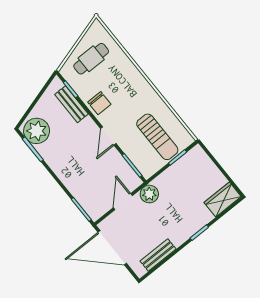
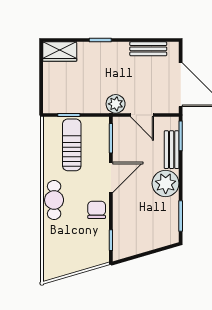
cafe table: (91, 59) -> (54, 200), moved, turned 90
bench: (71, 104) -> (172, 150), moved
plant: (37, 131) -> (166, 183), moved
door: (108, 136) -> (111, 177), width x1.38
door: (123, 202) -> (142, 115), hinge flipped

